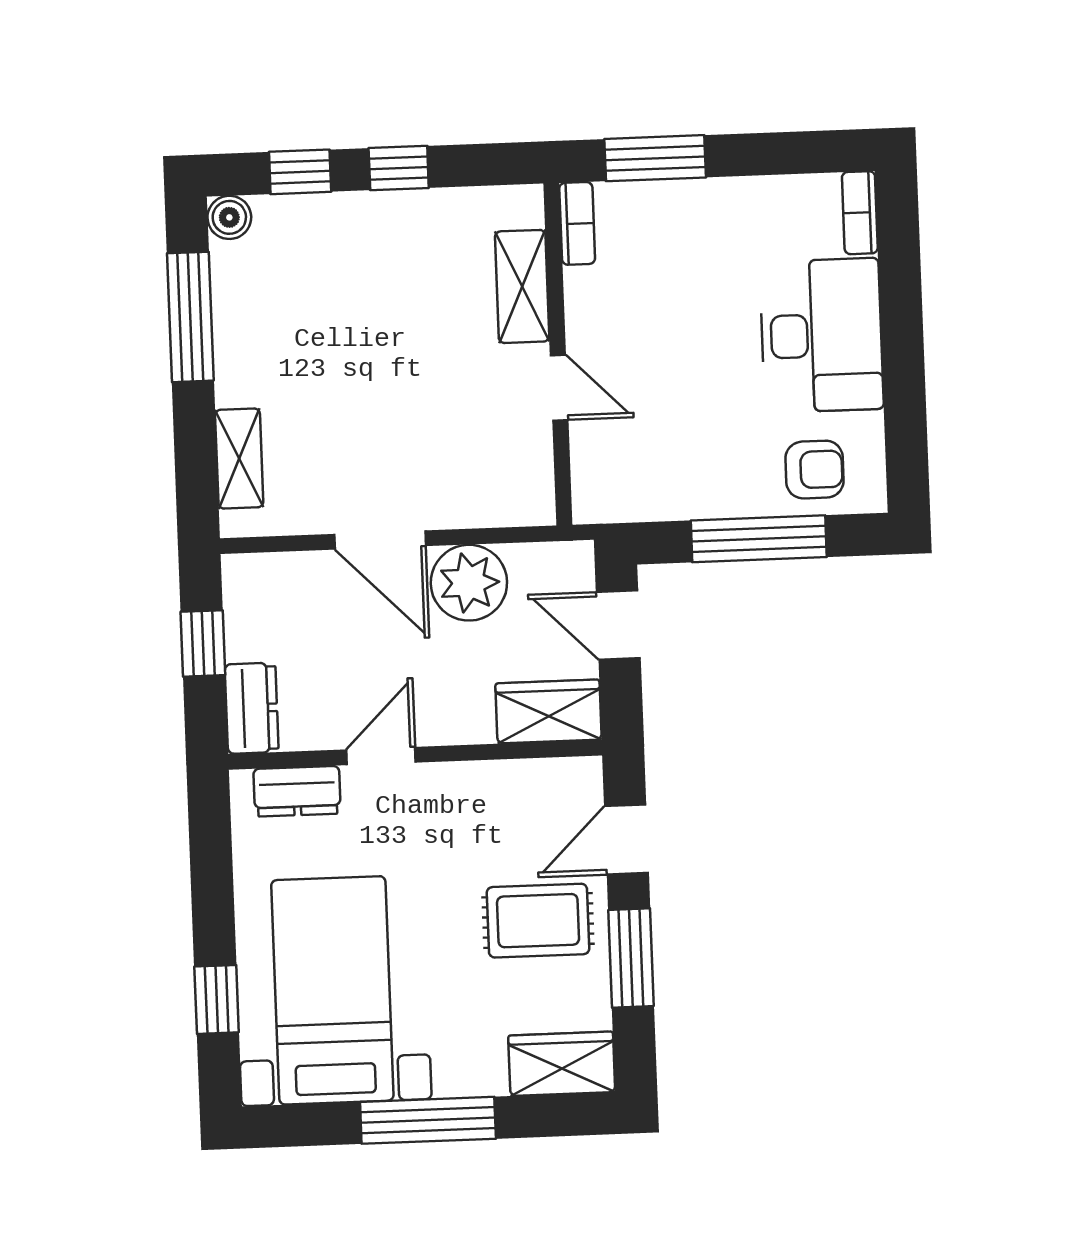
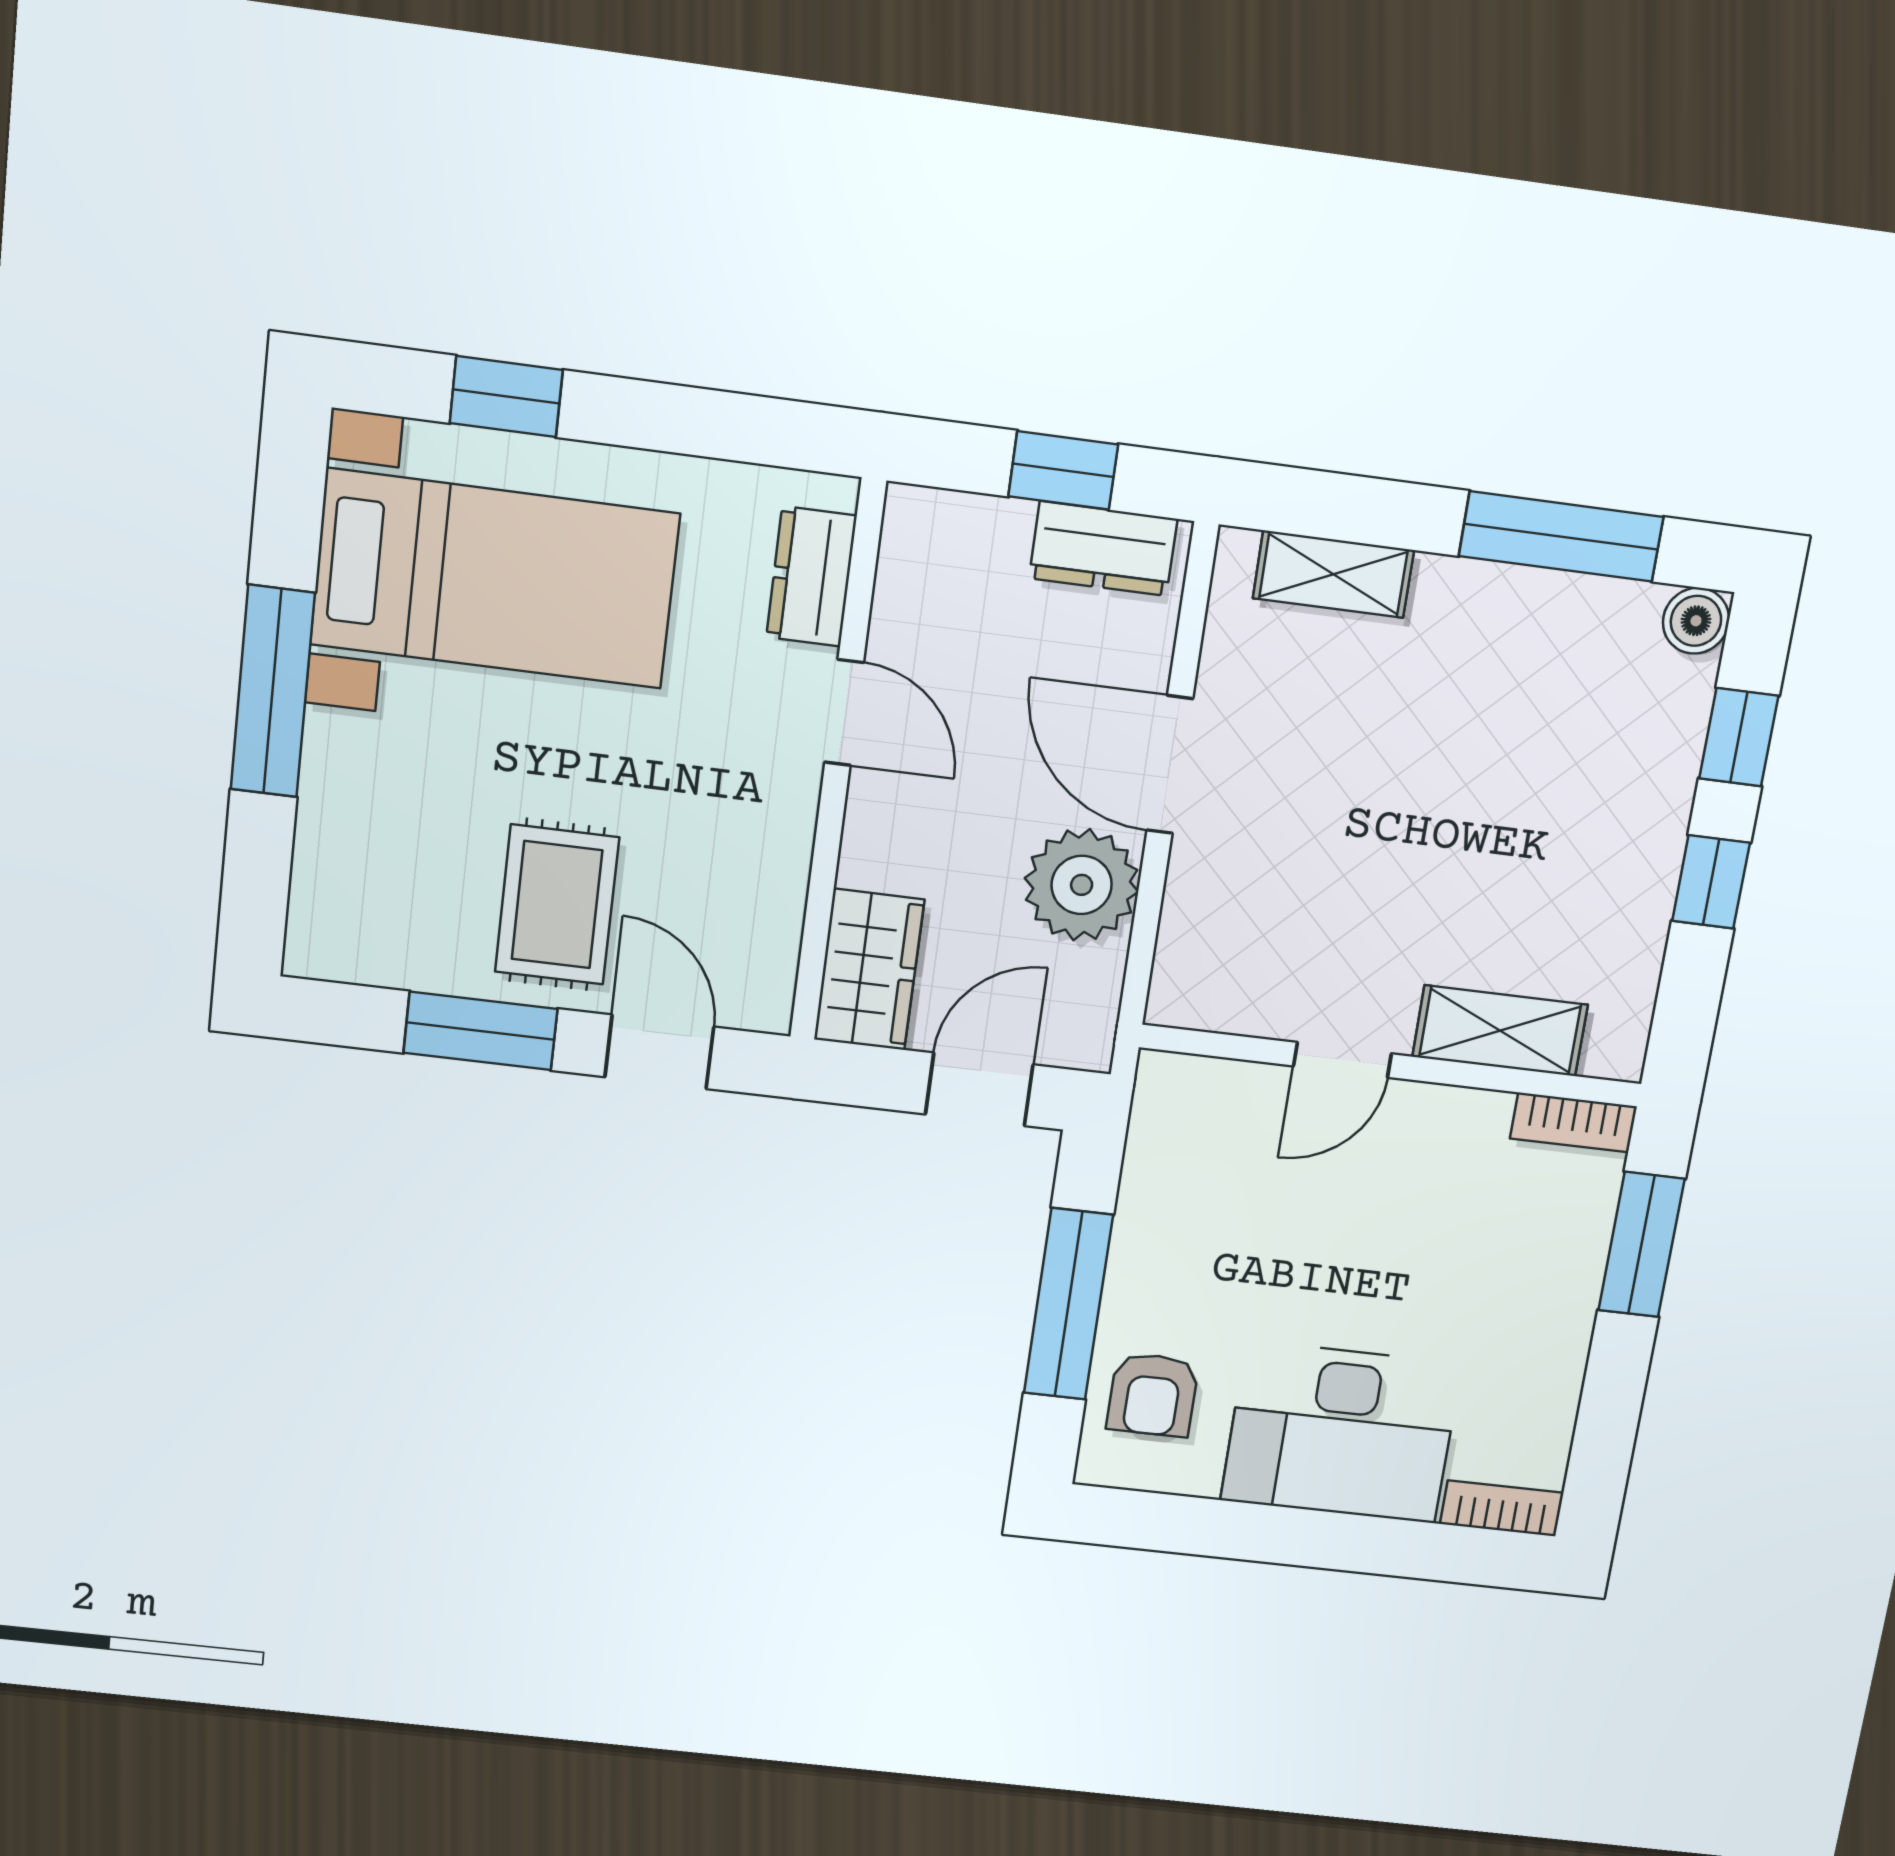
door: (380, 540) -> (1170, 765), hinge flipped
dresser: (252, 708) -> (1103, 549), moved
wardrobe: (562, 1064) -> (334, 905), removed

